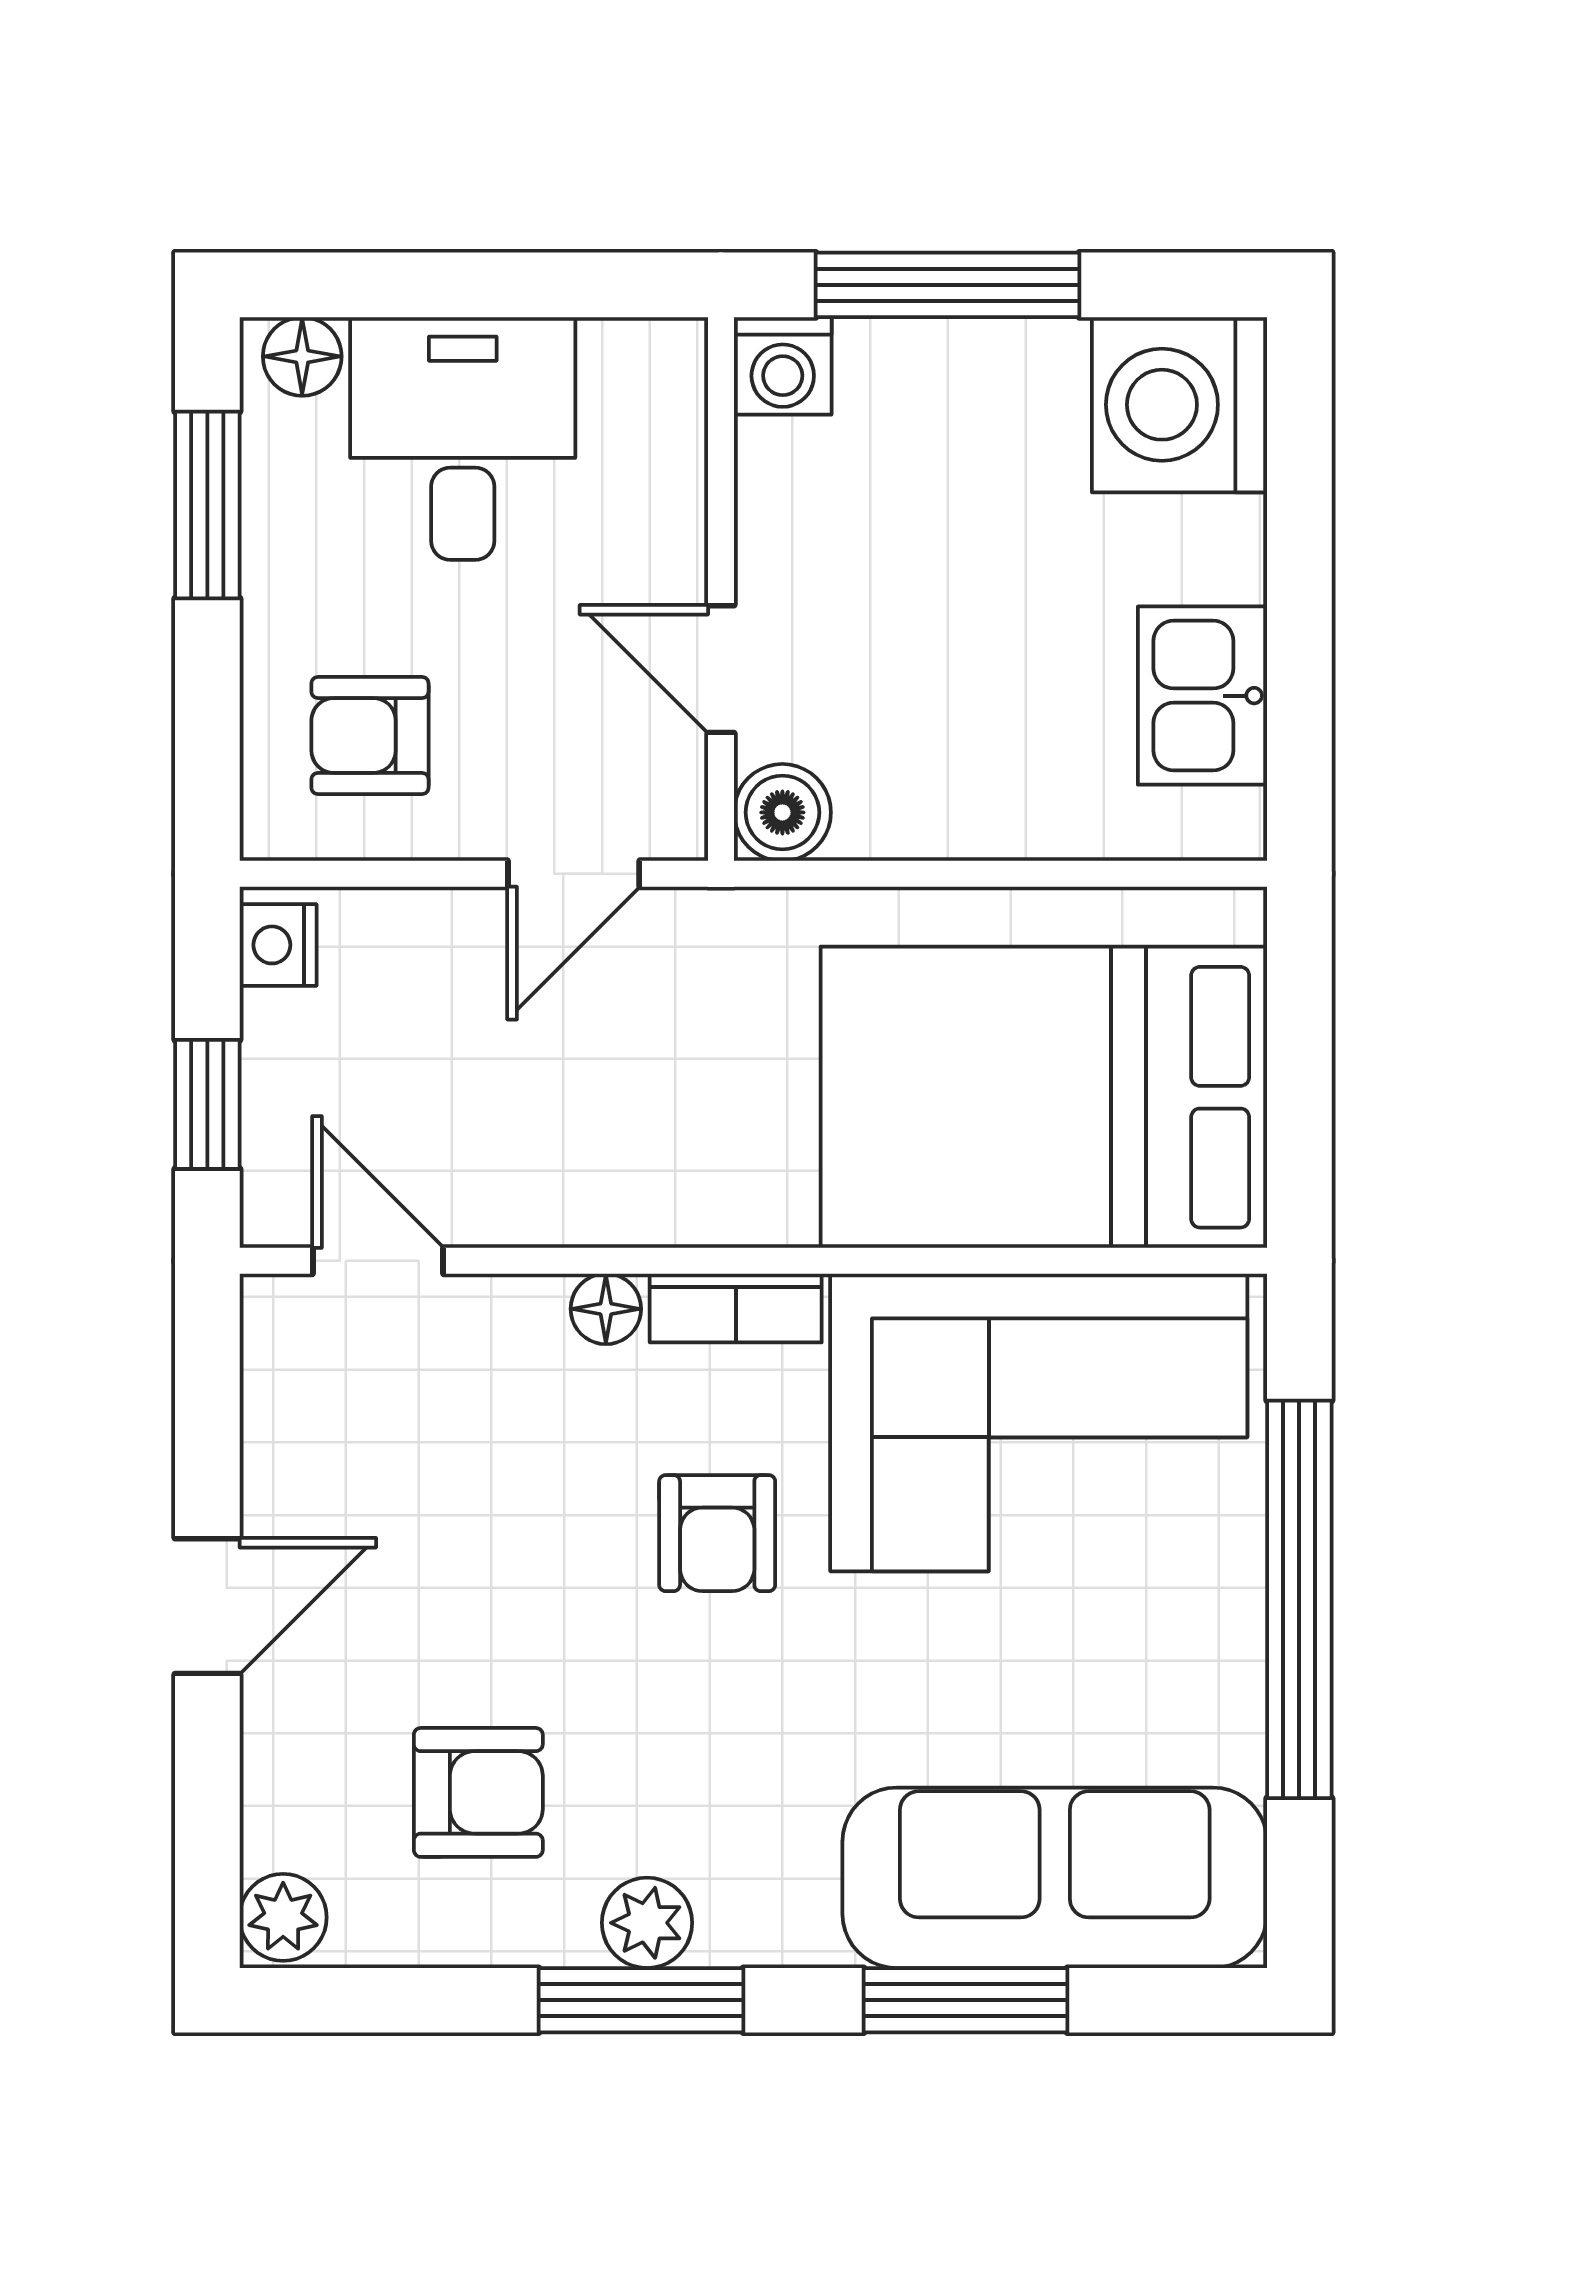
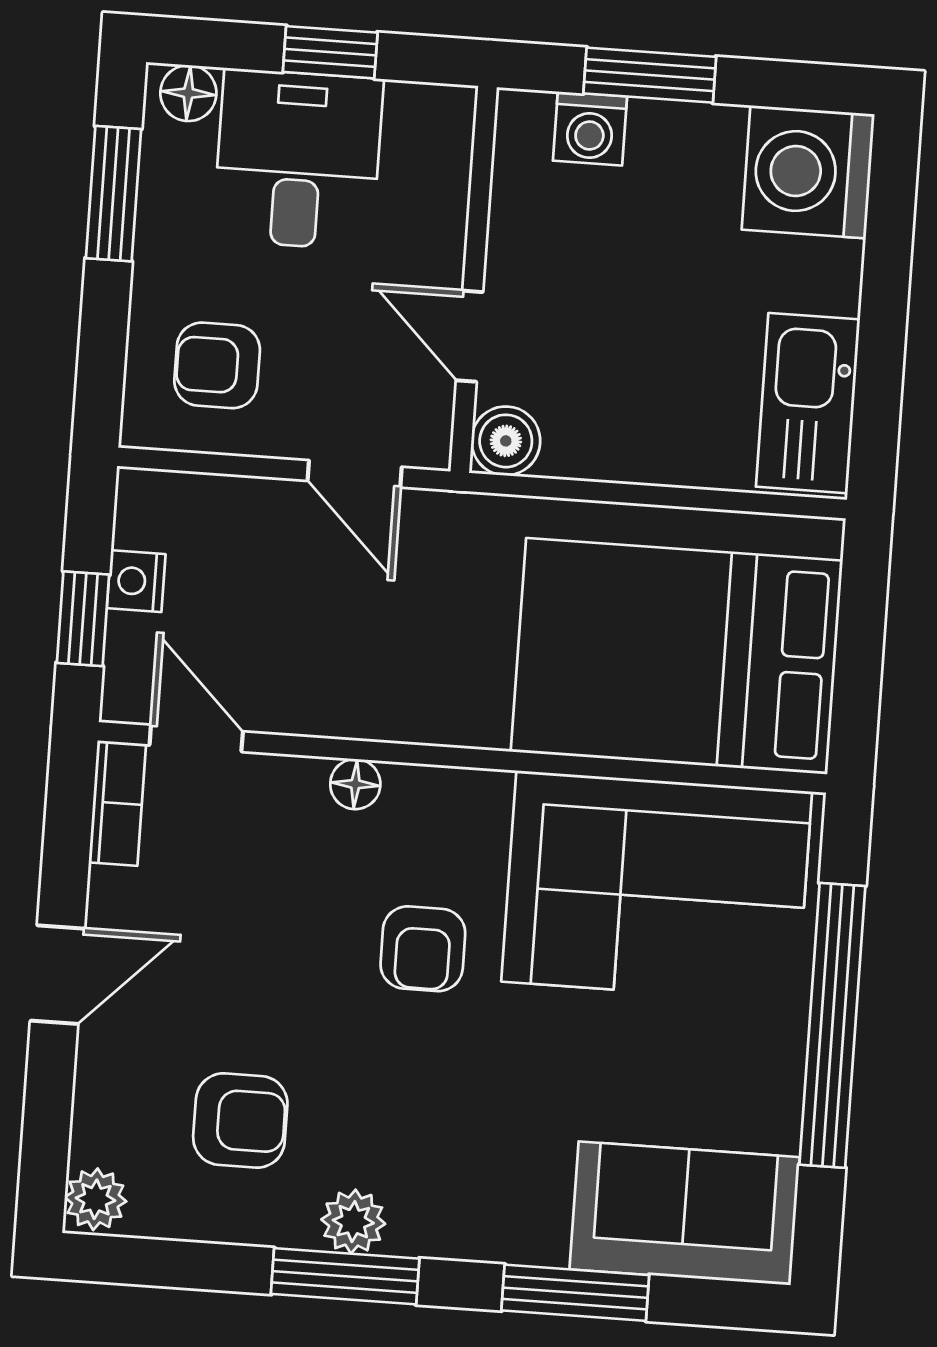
window: (497, 285) -> (330, 52), added
window: (947, 285) -> (650, 75), width x0.69
washing machine: (783, 366) -> (590, 129), moved
kitchen sink: (1202, 696) -> (808, 403), width x1.38
door: (574, 874) -> (355, 474), hinge flipped
nightstand: (278, 945) -> (136, 581), moved
bookcase: (736, 1308) -> (117, 803), moved, turned -90
sofa: (1055, 1878) -> (685, 1213), width x0.73

